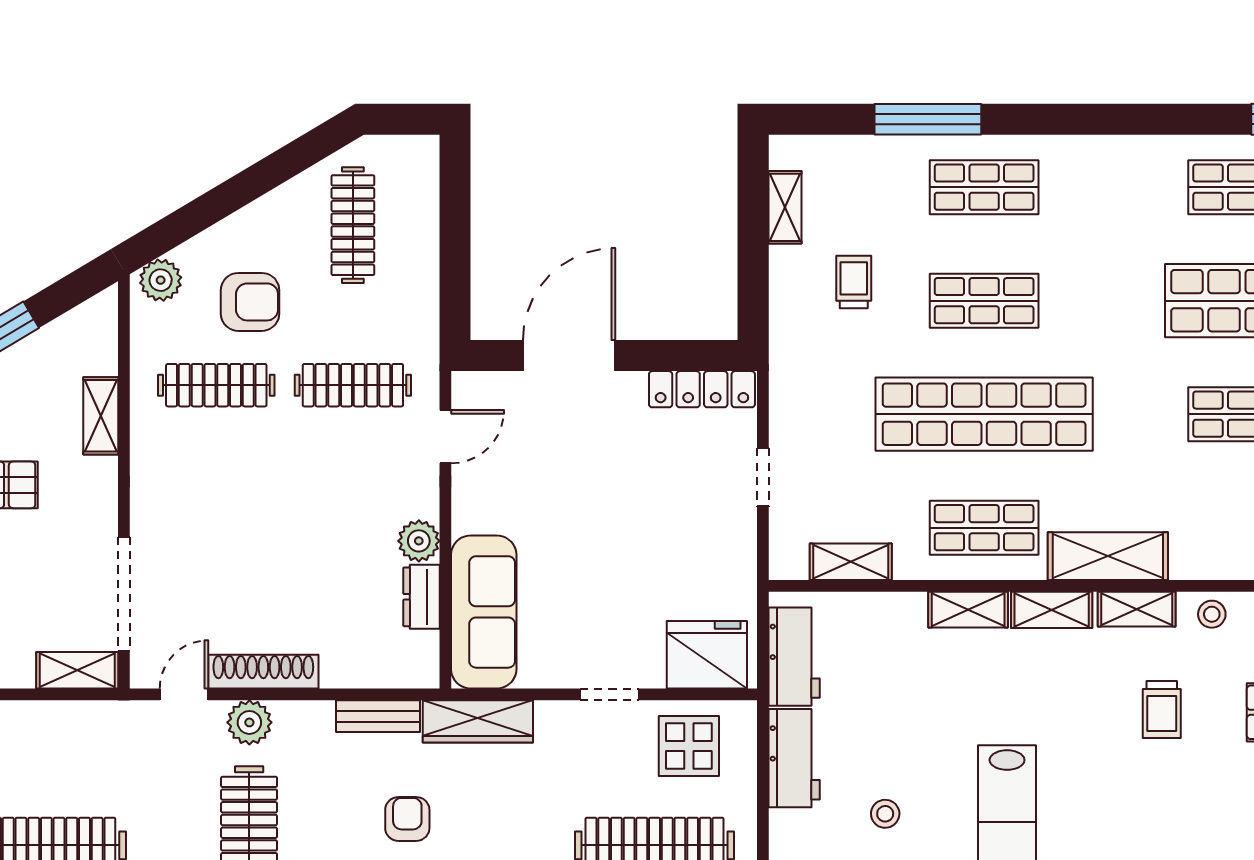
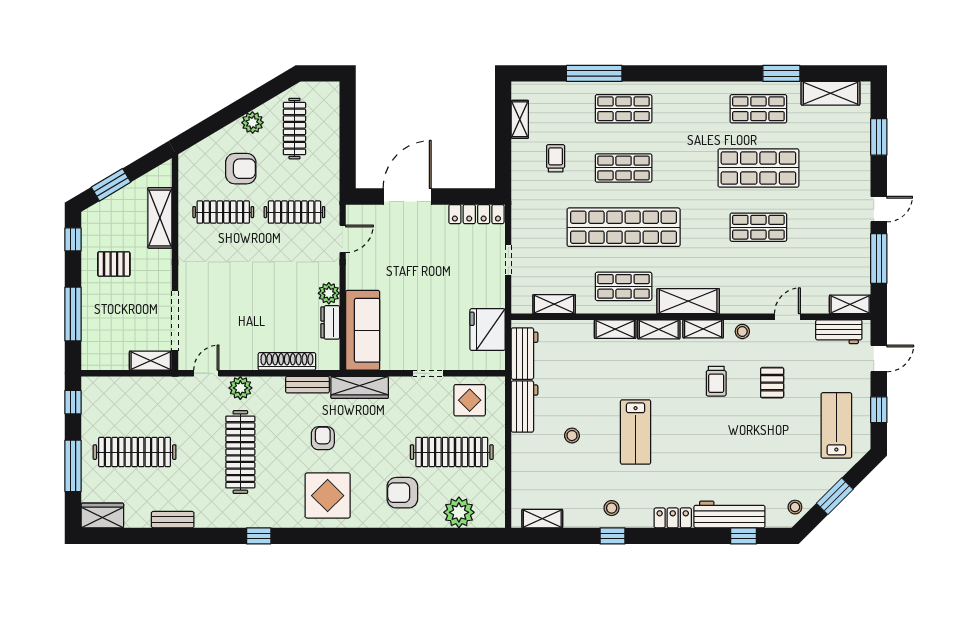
plant: (161, 280) -> (252, 123), moved
shelving: (101, 416) -> (160, 218), width x1.50, depth x1.33
fridge: (707, 655) -> (488, 330), moved, turned -90
shoe rack: (263, 672) -> (287, 361), moved

